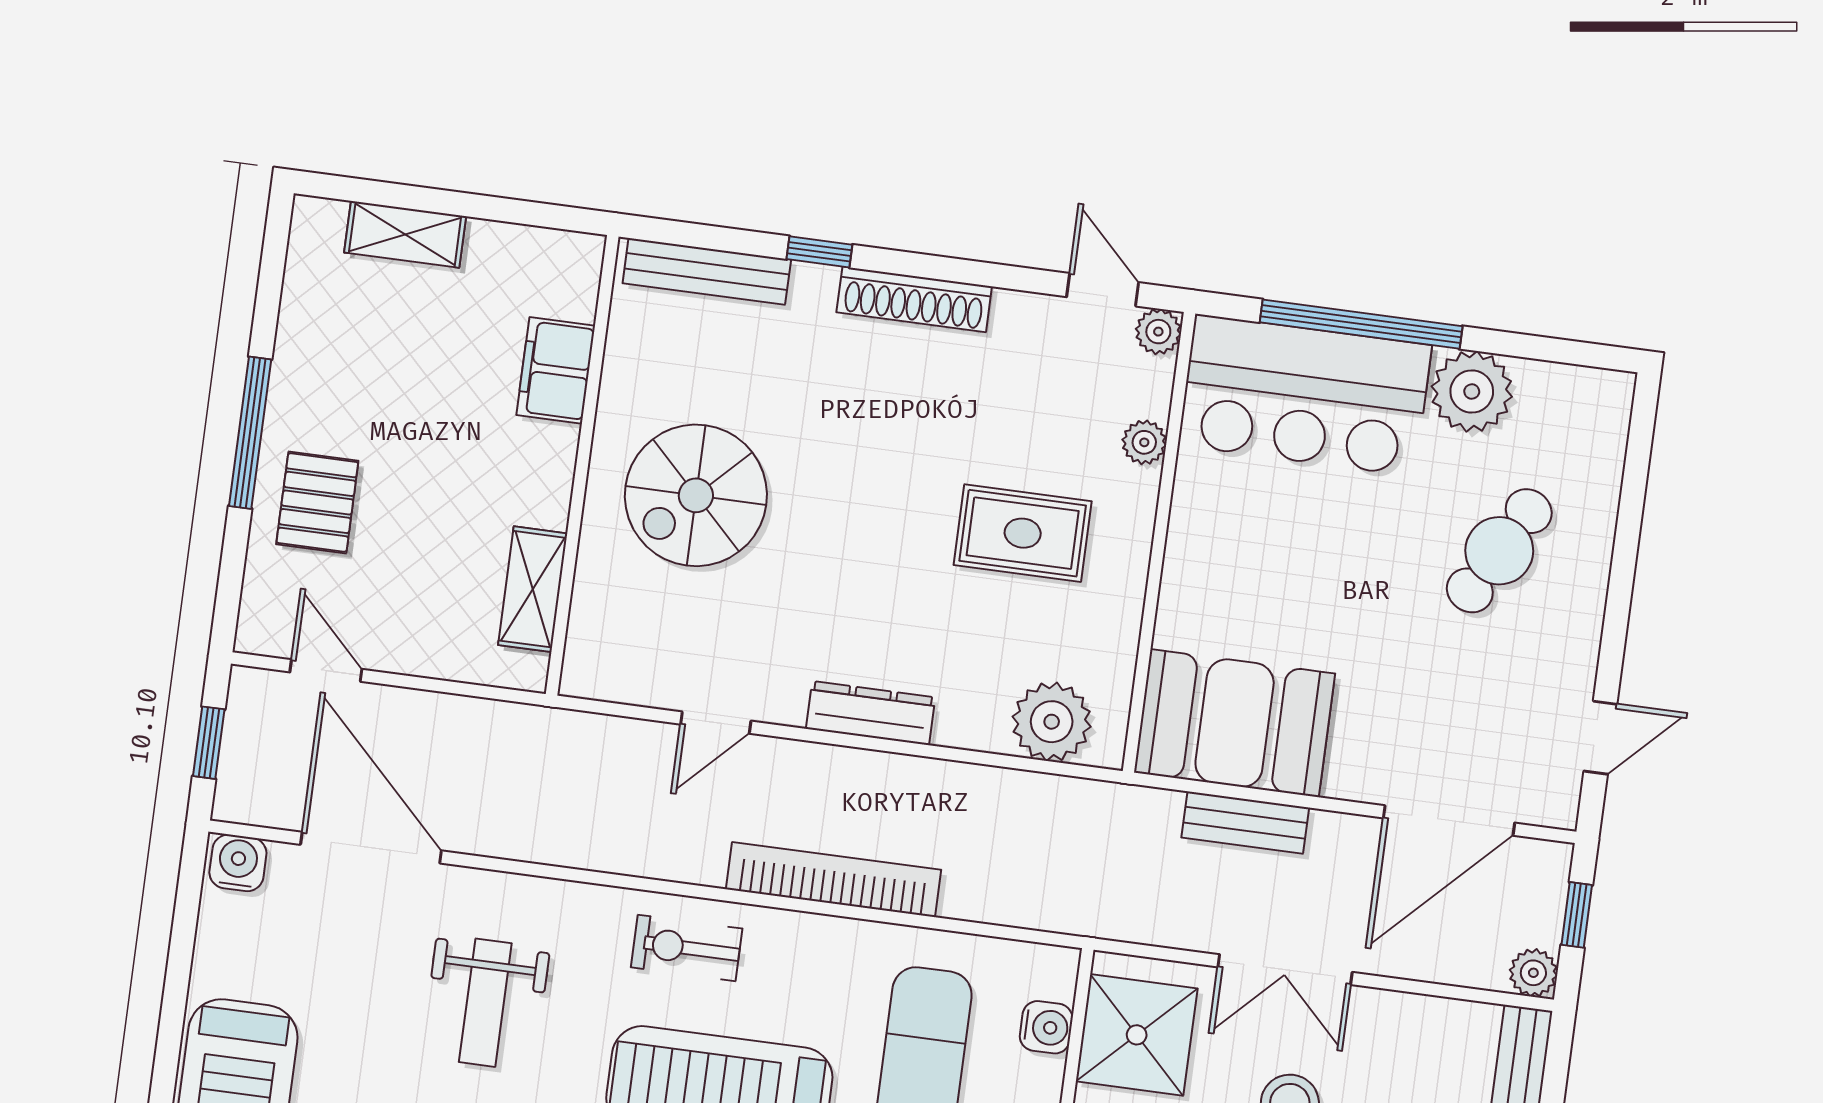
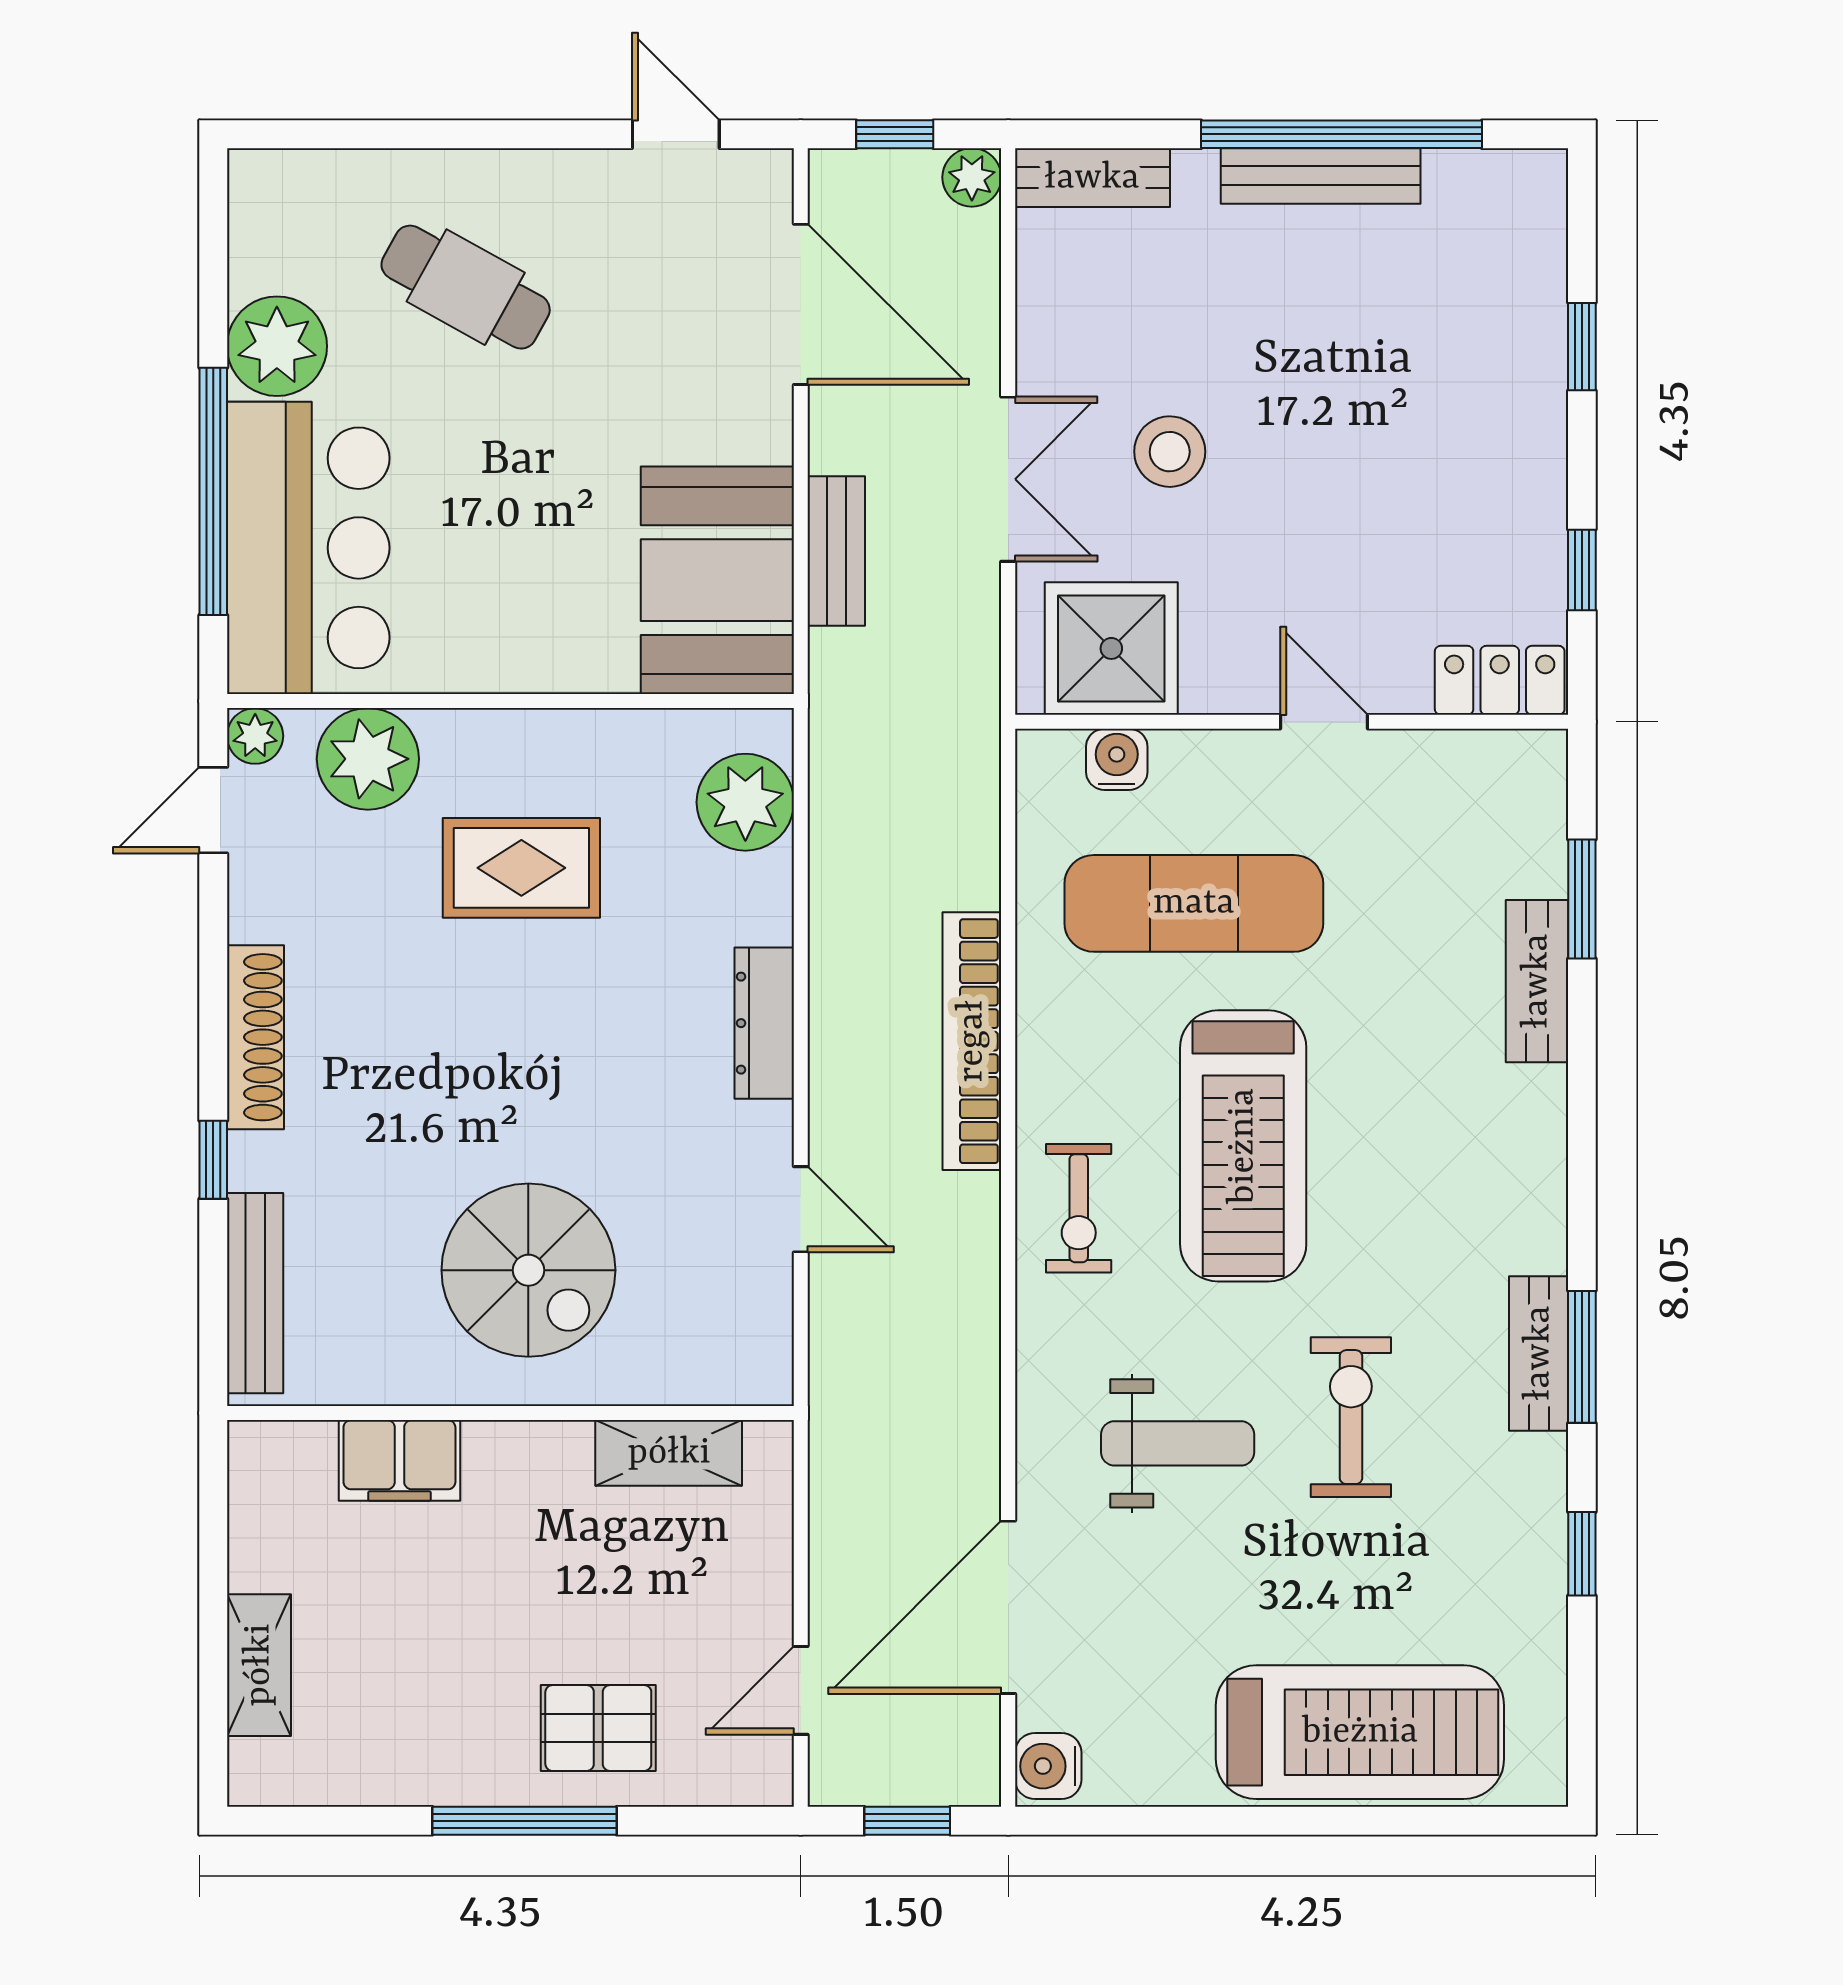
plant: (1144, 442) -> (368, 759), width x1.88, depth x1.88
rug: (1023, 533) -> (521, 868), turned 90

